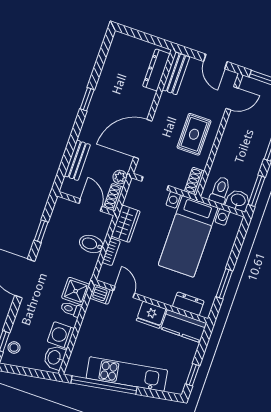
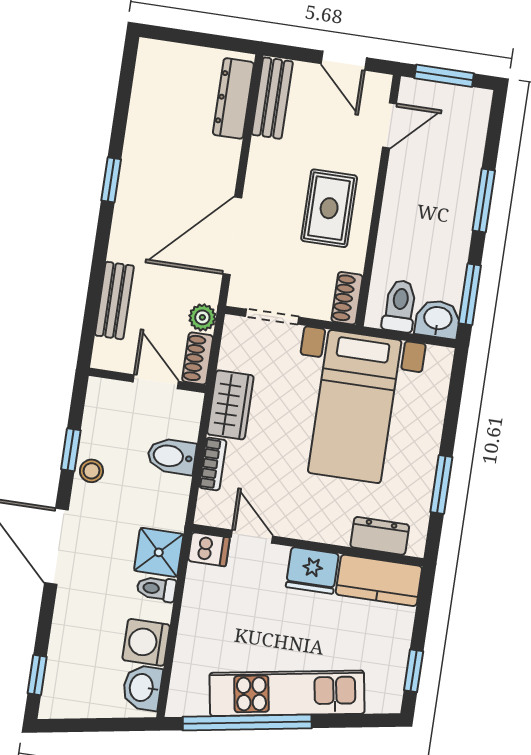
stool: (14, 348) -> (91, 471), moved

